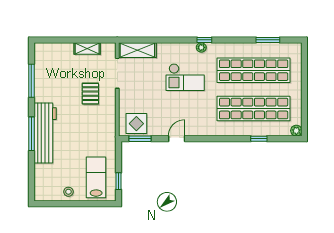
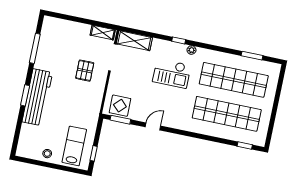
window: (204, 40) -> (179, 40), moved
shelving: (87, 48) -> (103, 33), moved
plant: (296, 131) -> (260, 141), removed
window: (31, 134) -> (25, 95), width x0.69
window: (259, 139) -> (245, 145), moved

